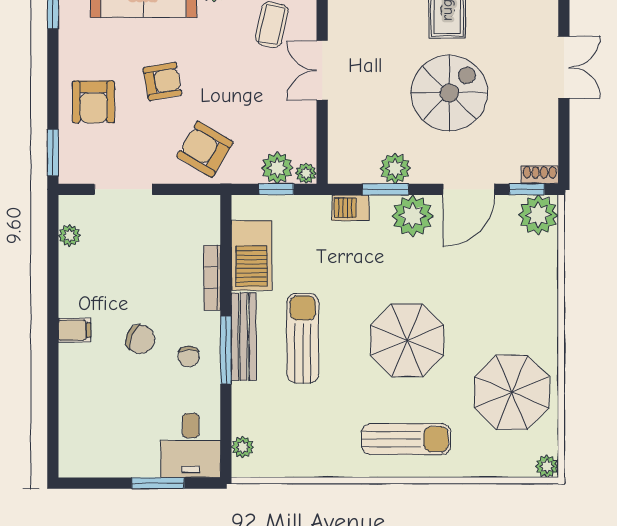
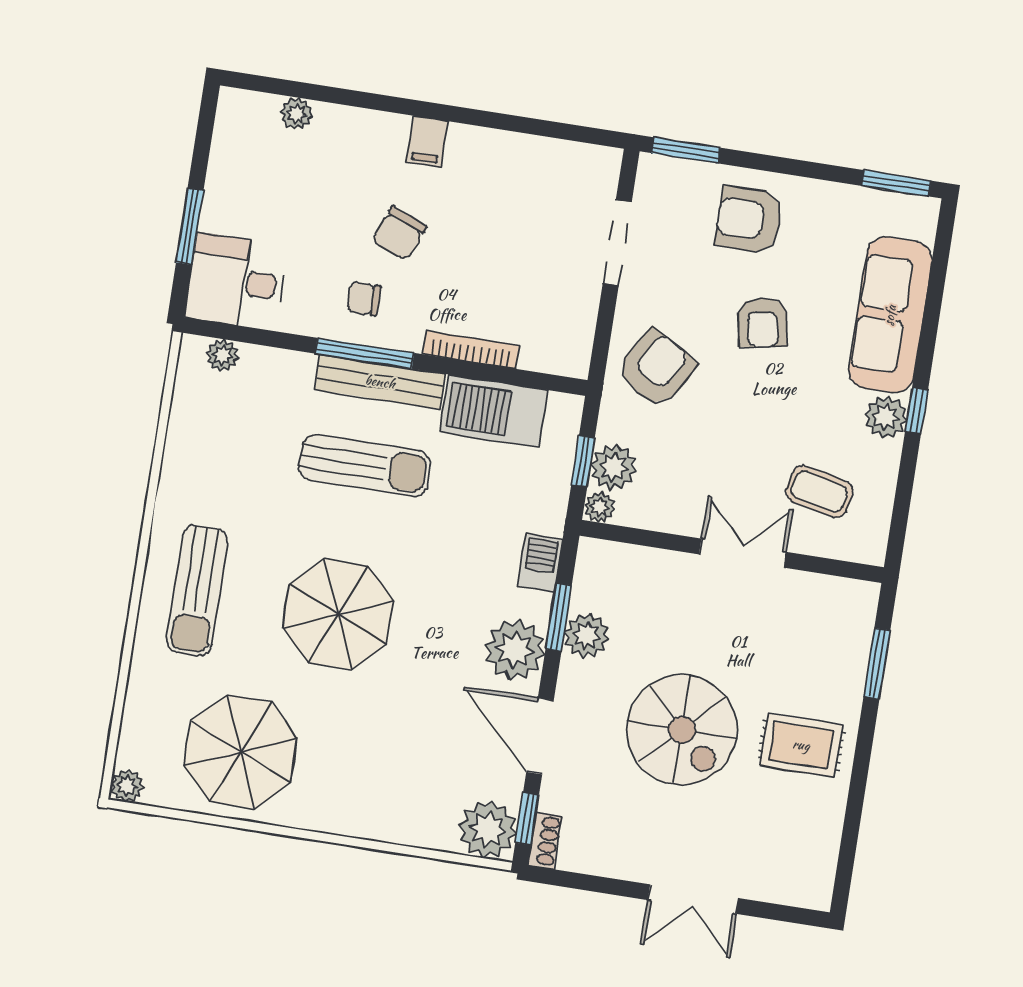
plant: (69, 236) -> (297, 114), moved

